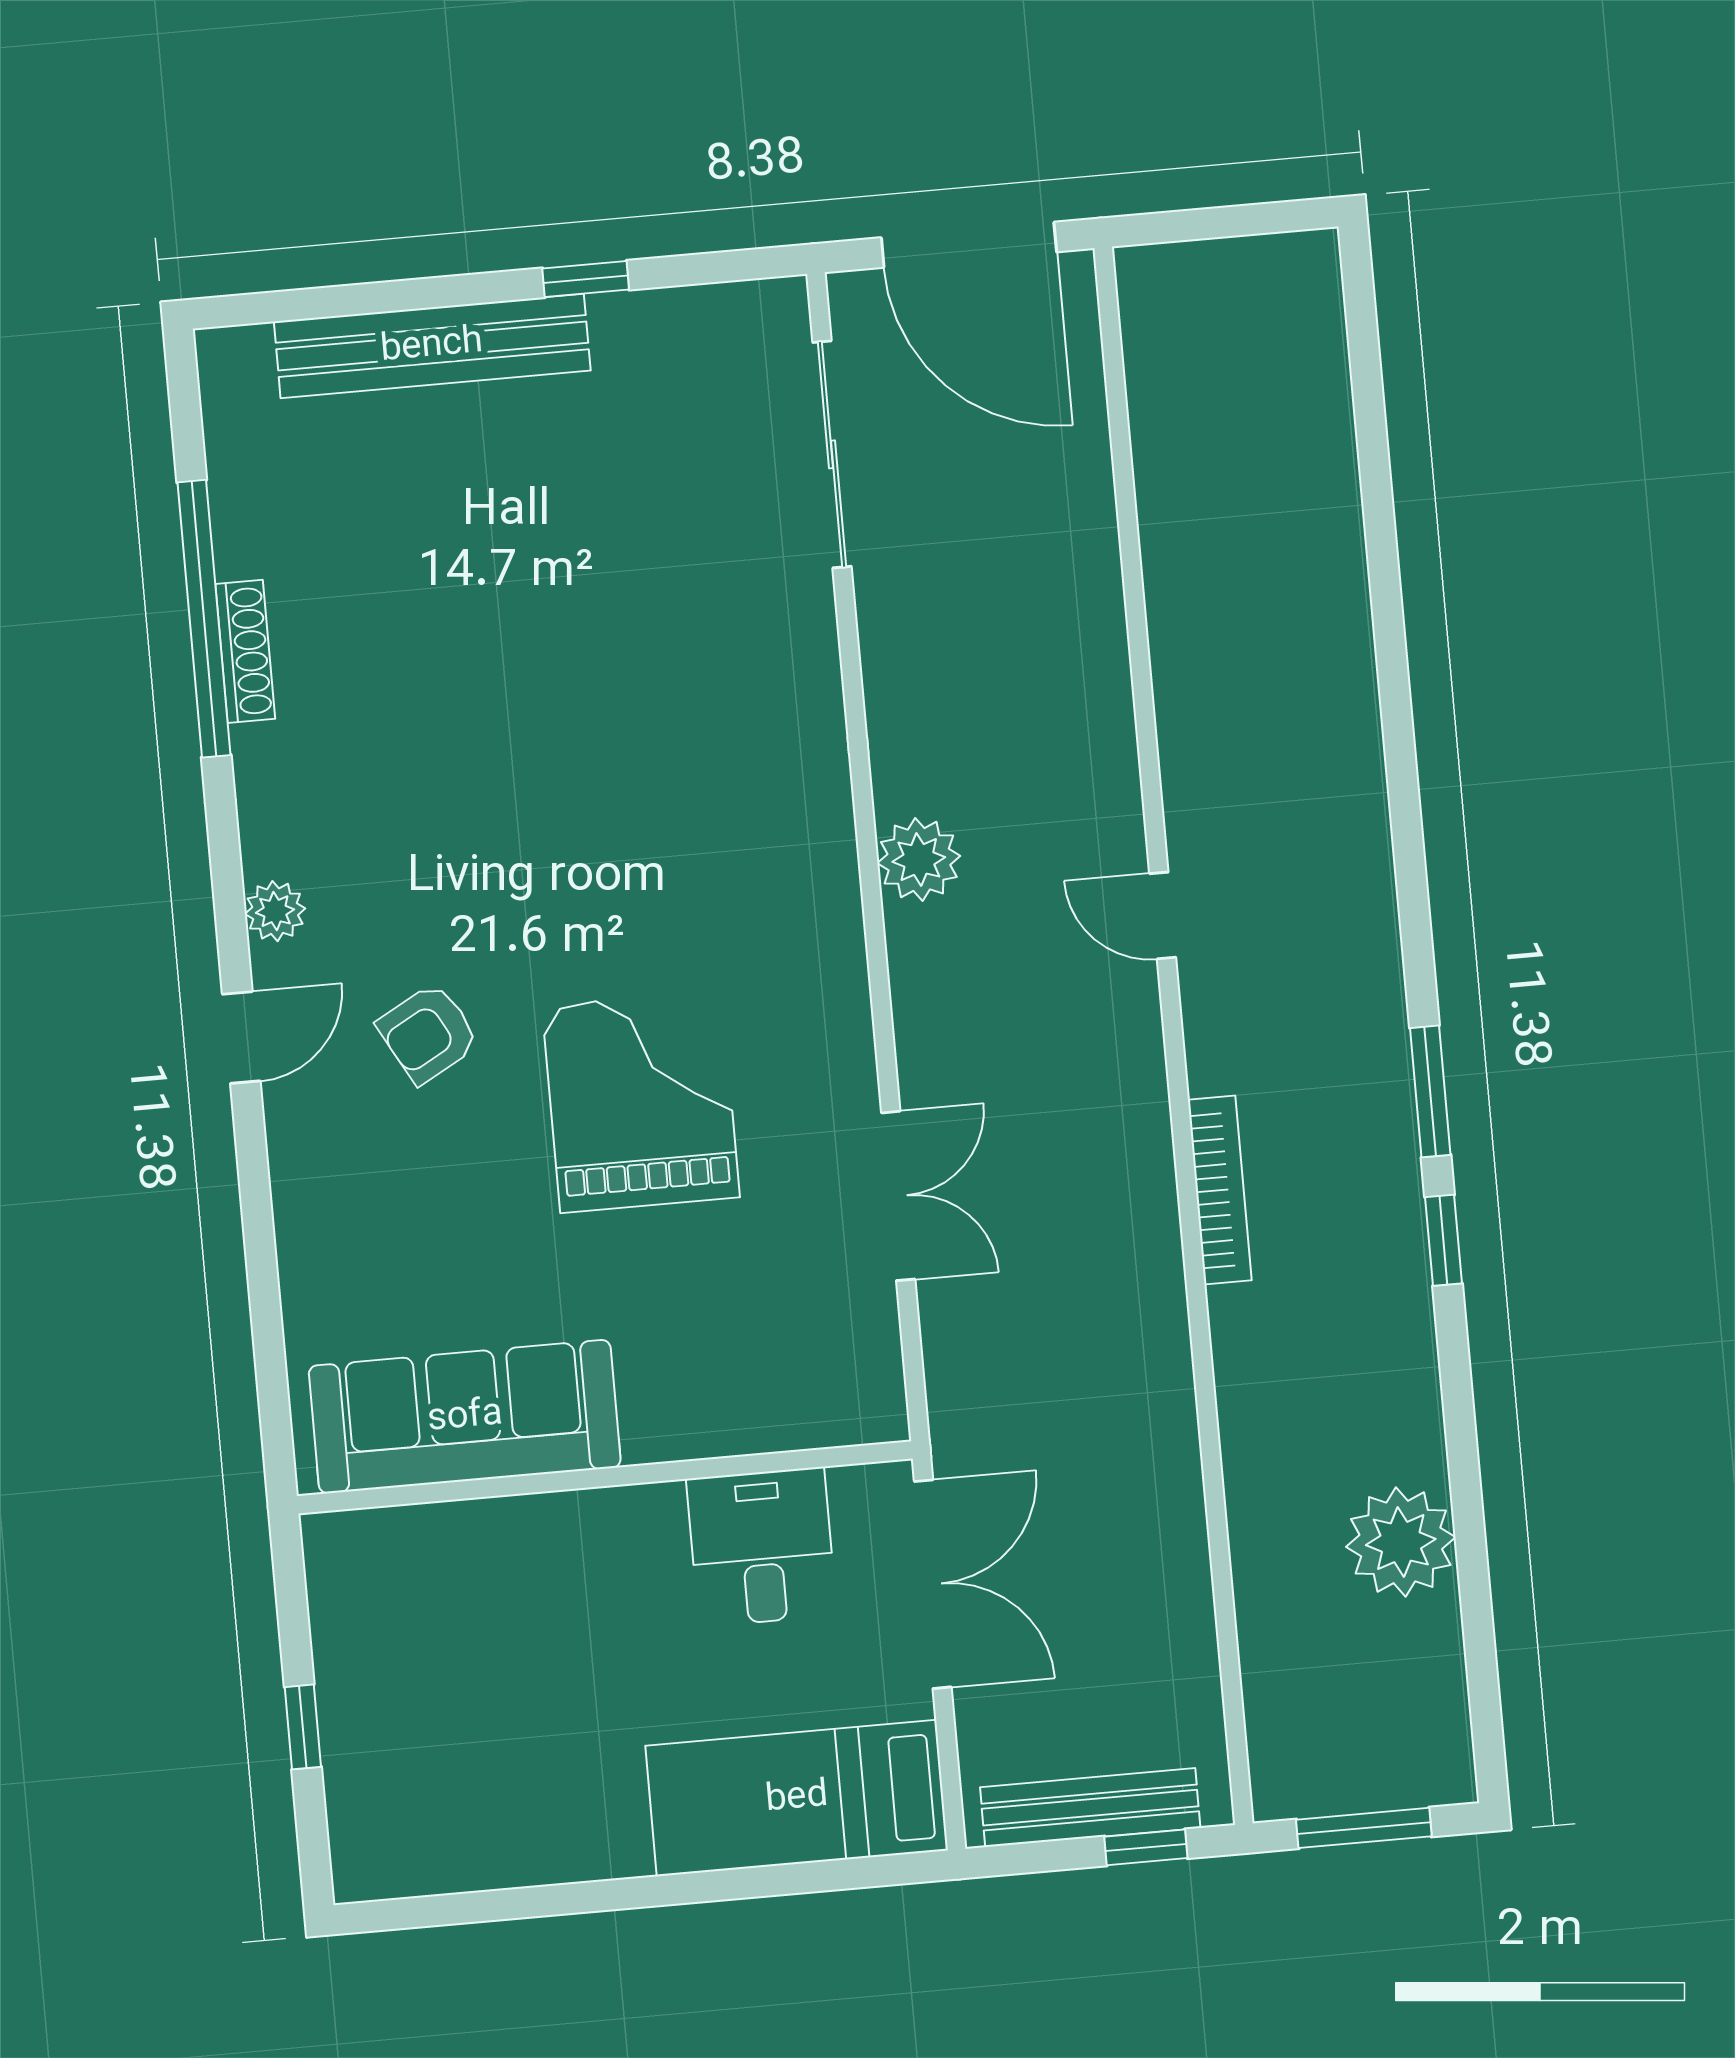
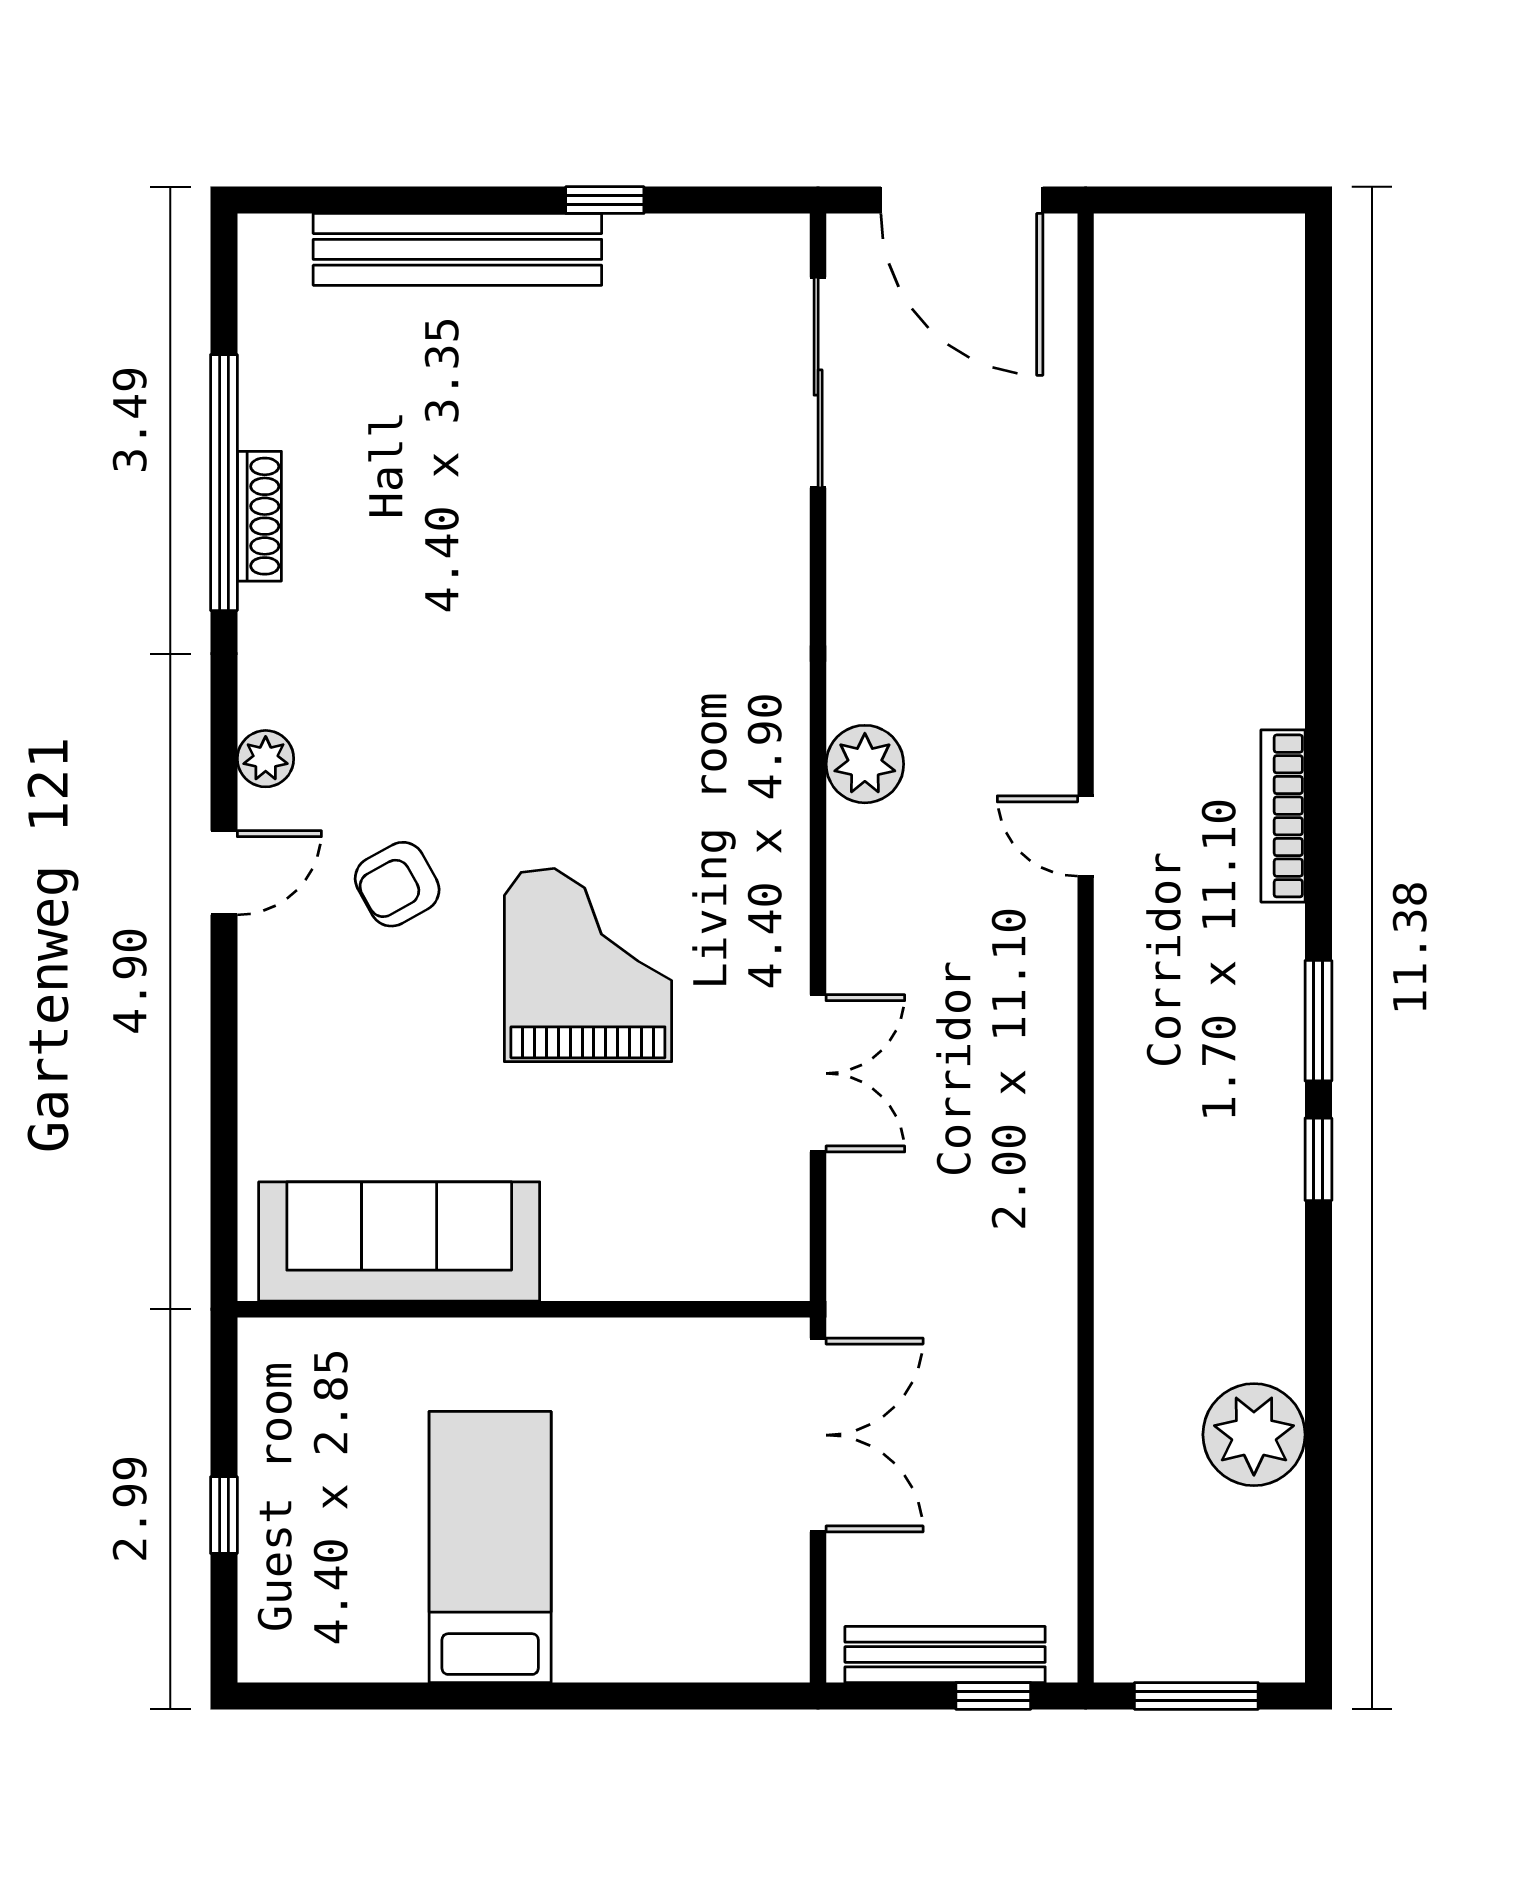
bookcase: (1220, 1190) -> (1283, 816), moved, turned 180
desk: (761, 1547) -> (663, 1387), removed
bed: (797, 1798) -> (490, 1547), moved, turned 90

